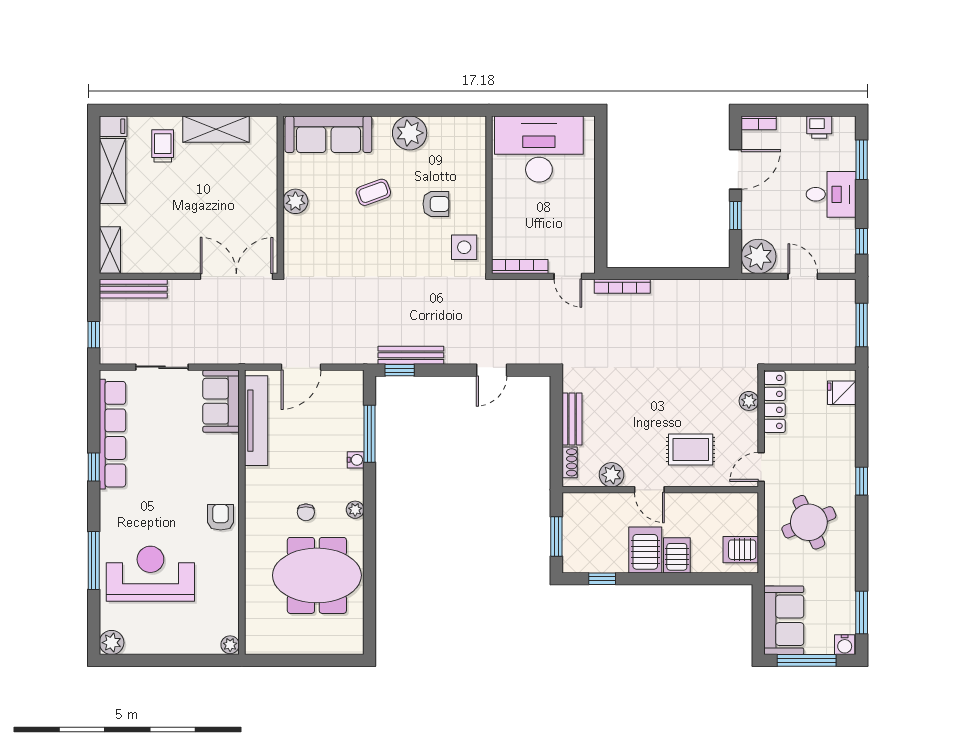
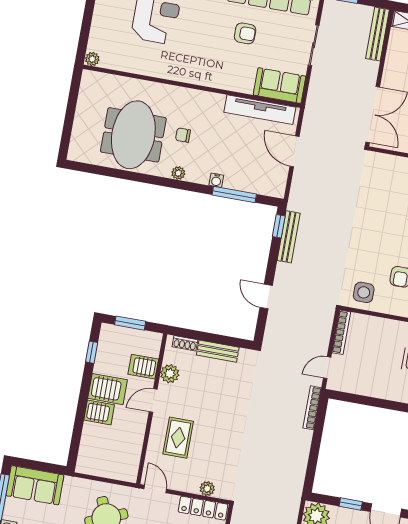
armchair: (221, 517) -> (245, 33), moved
server rack: (741, 550) -> (143, 367), moved, turned -90

